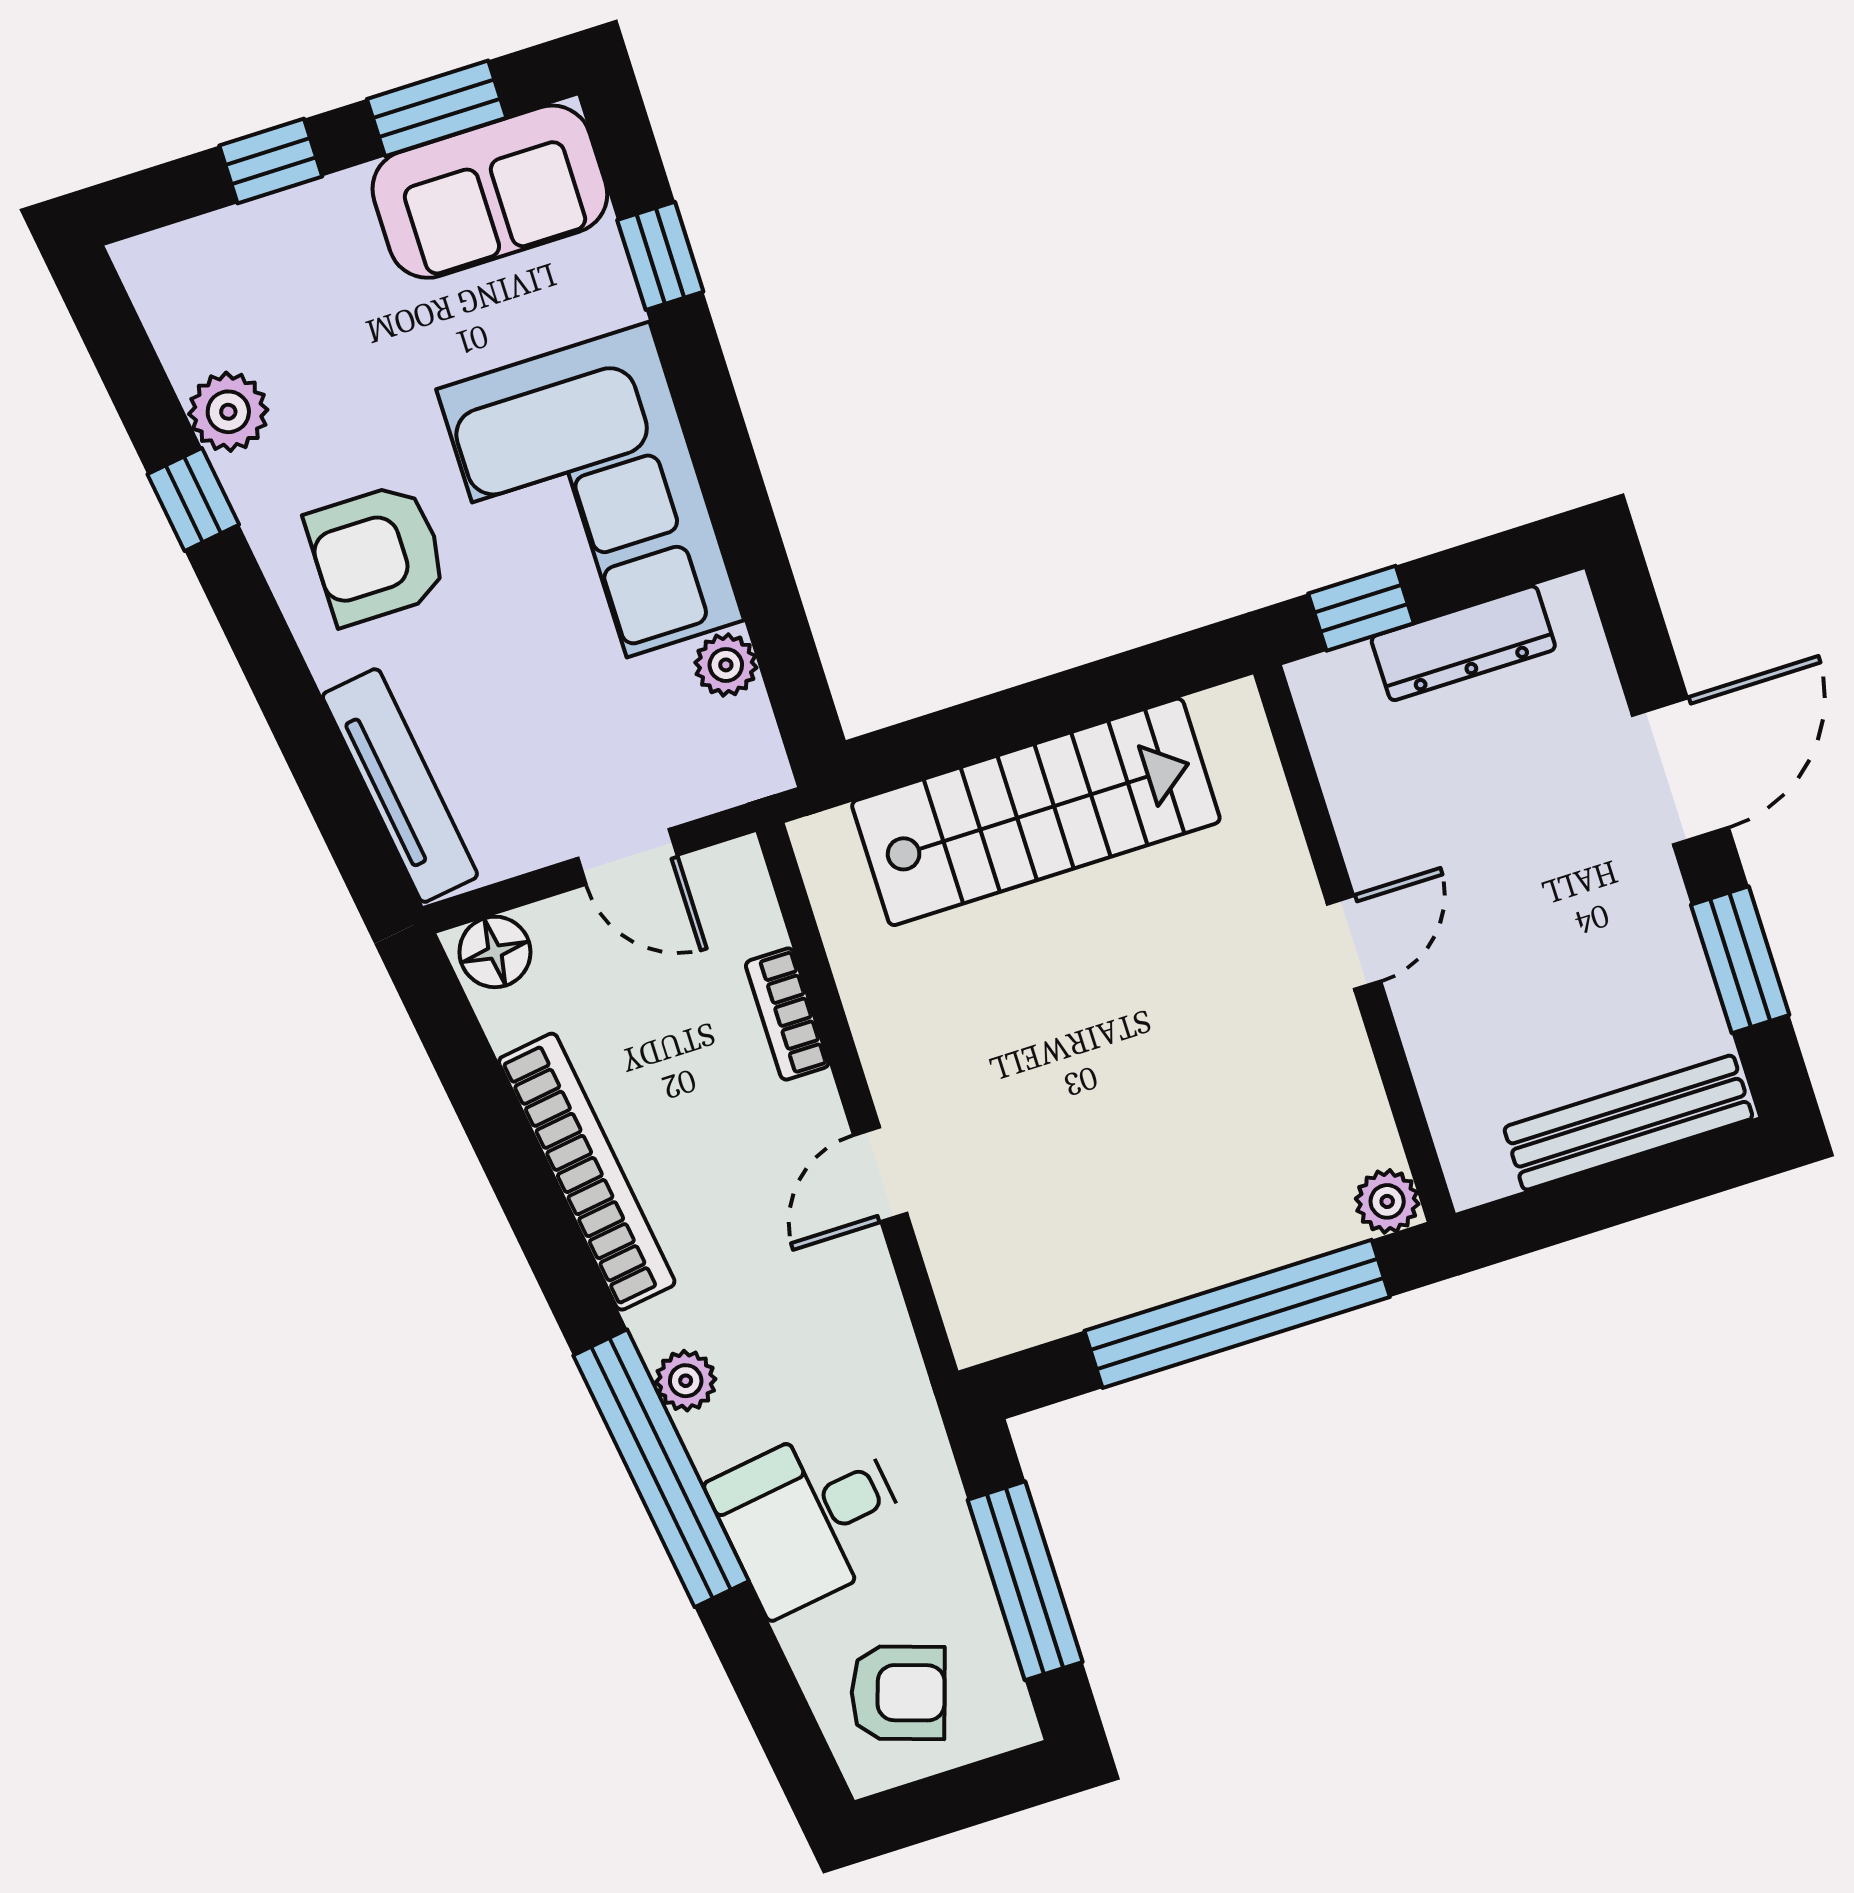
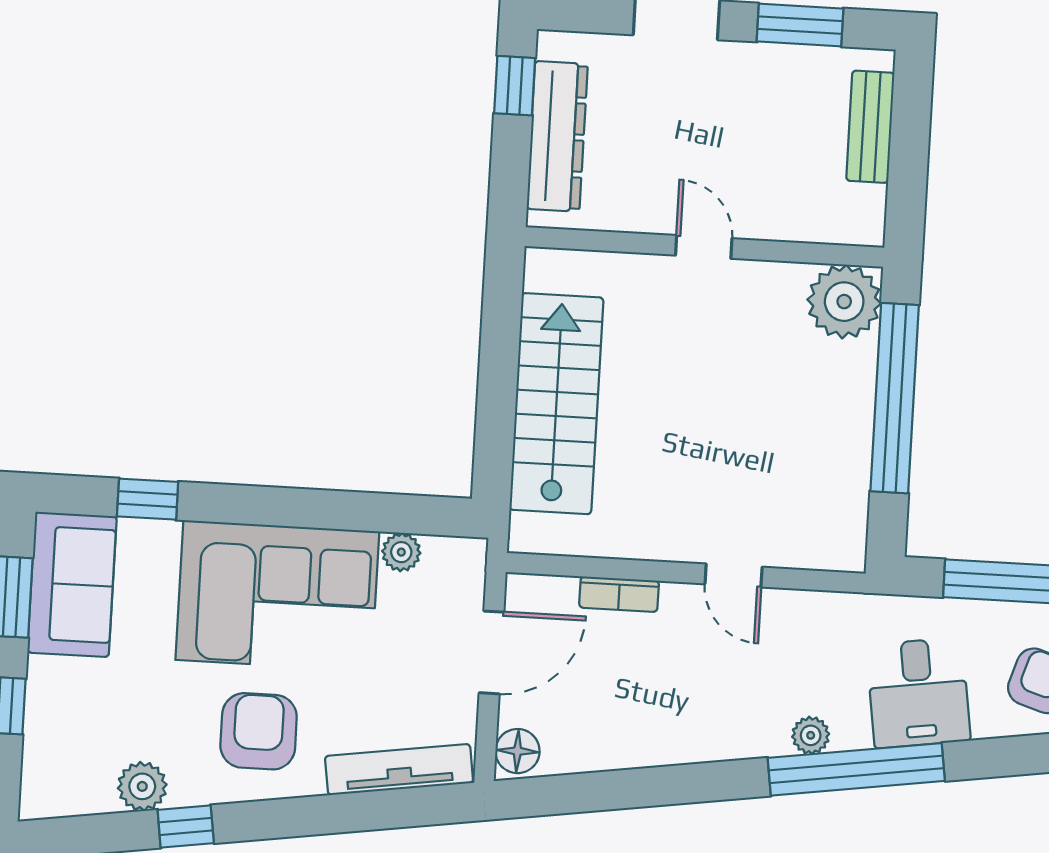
armchair: (377, 554) -> (259, 731), turned 180
window: (1361, 608) -> (515, 86), moved
dresser: (1463, 643) -> (557, 136), width x1.37, depth x1.24
door: (628, 857) -> (491, 652), width x1.38
bench: (1628, 1123) -> (870, 127), width x0.73
bookcase: (587, 1172) -> (666, 747), removed
plant: (1387, 1201) -> (844, 302), width x1.87, depth x1.87

